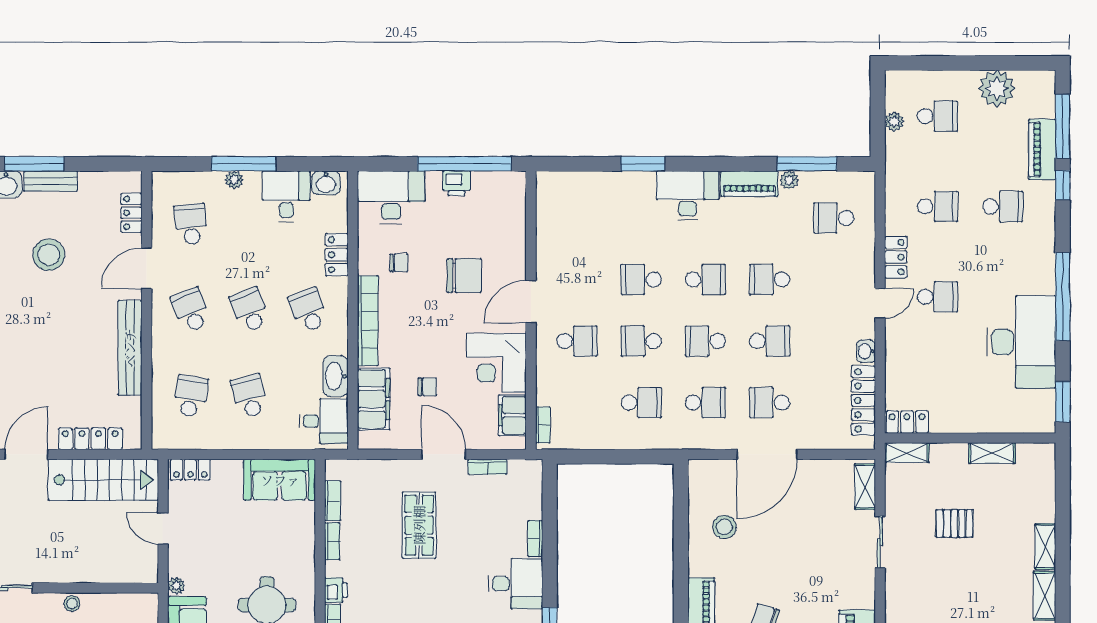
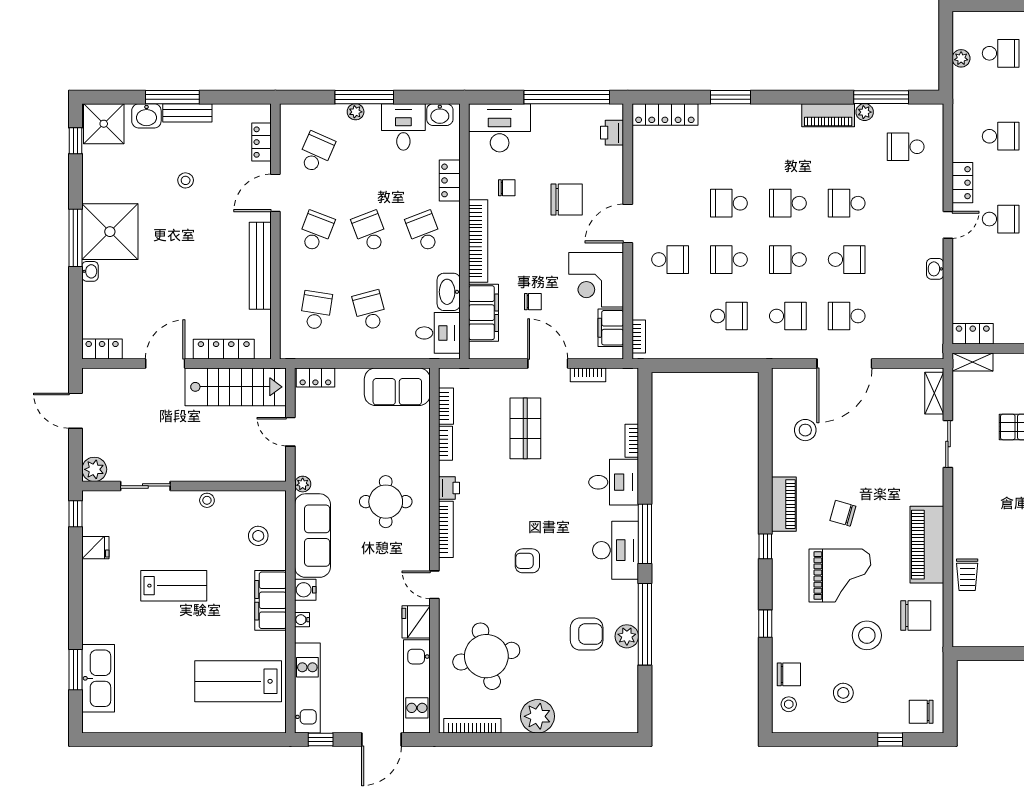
printer: (457, 183) -> (612, 133), moved, turned 90
desk: (688, 195) -> (772, 126), removed
school desk: (191, 224) -> (316, 152), turned 30
stool: (49, 255) -> (186, 180), width x0.53, depth x0.53
school desk: (705, 279) -> (788, 203), turned 180
school desk: (191, 310) -> (316, 231), turned 42
locker: (863, 400) -> (665, 114), moved, turned -90

